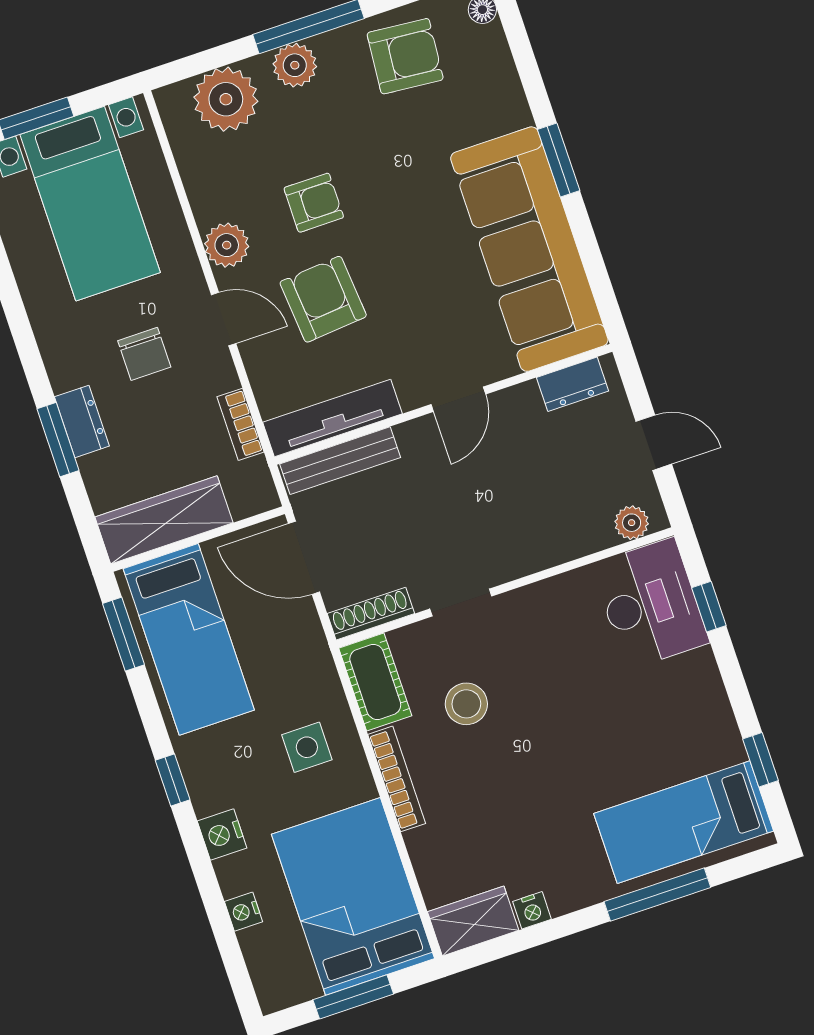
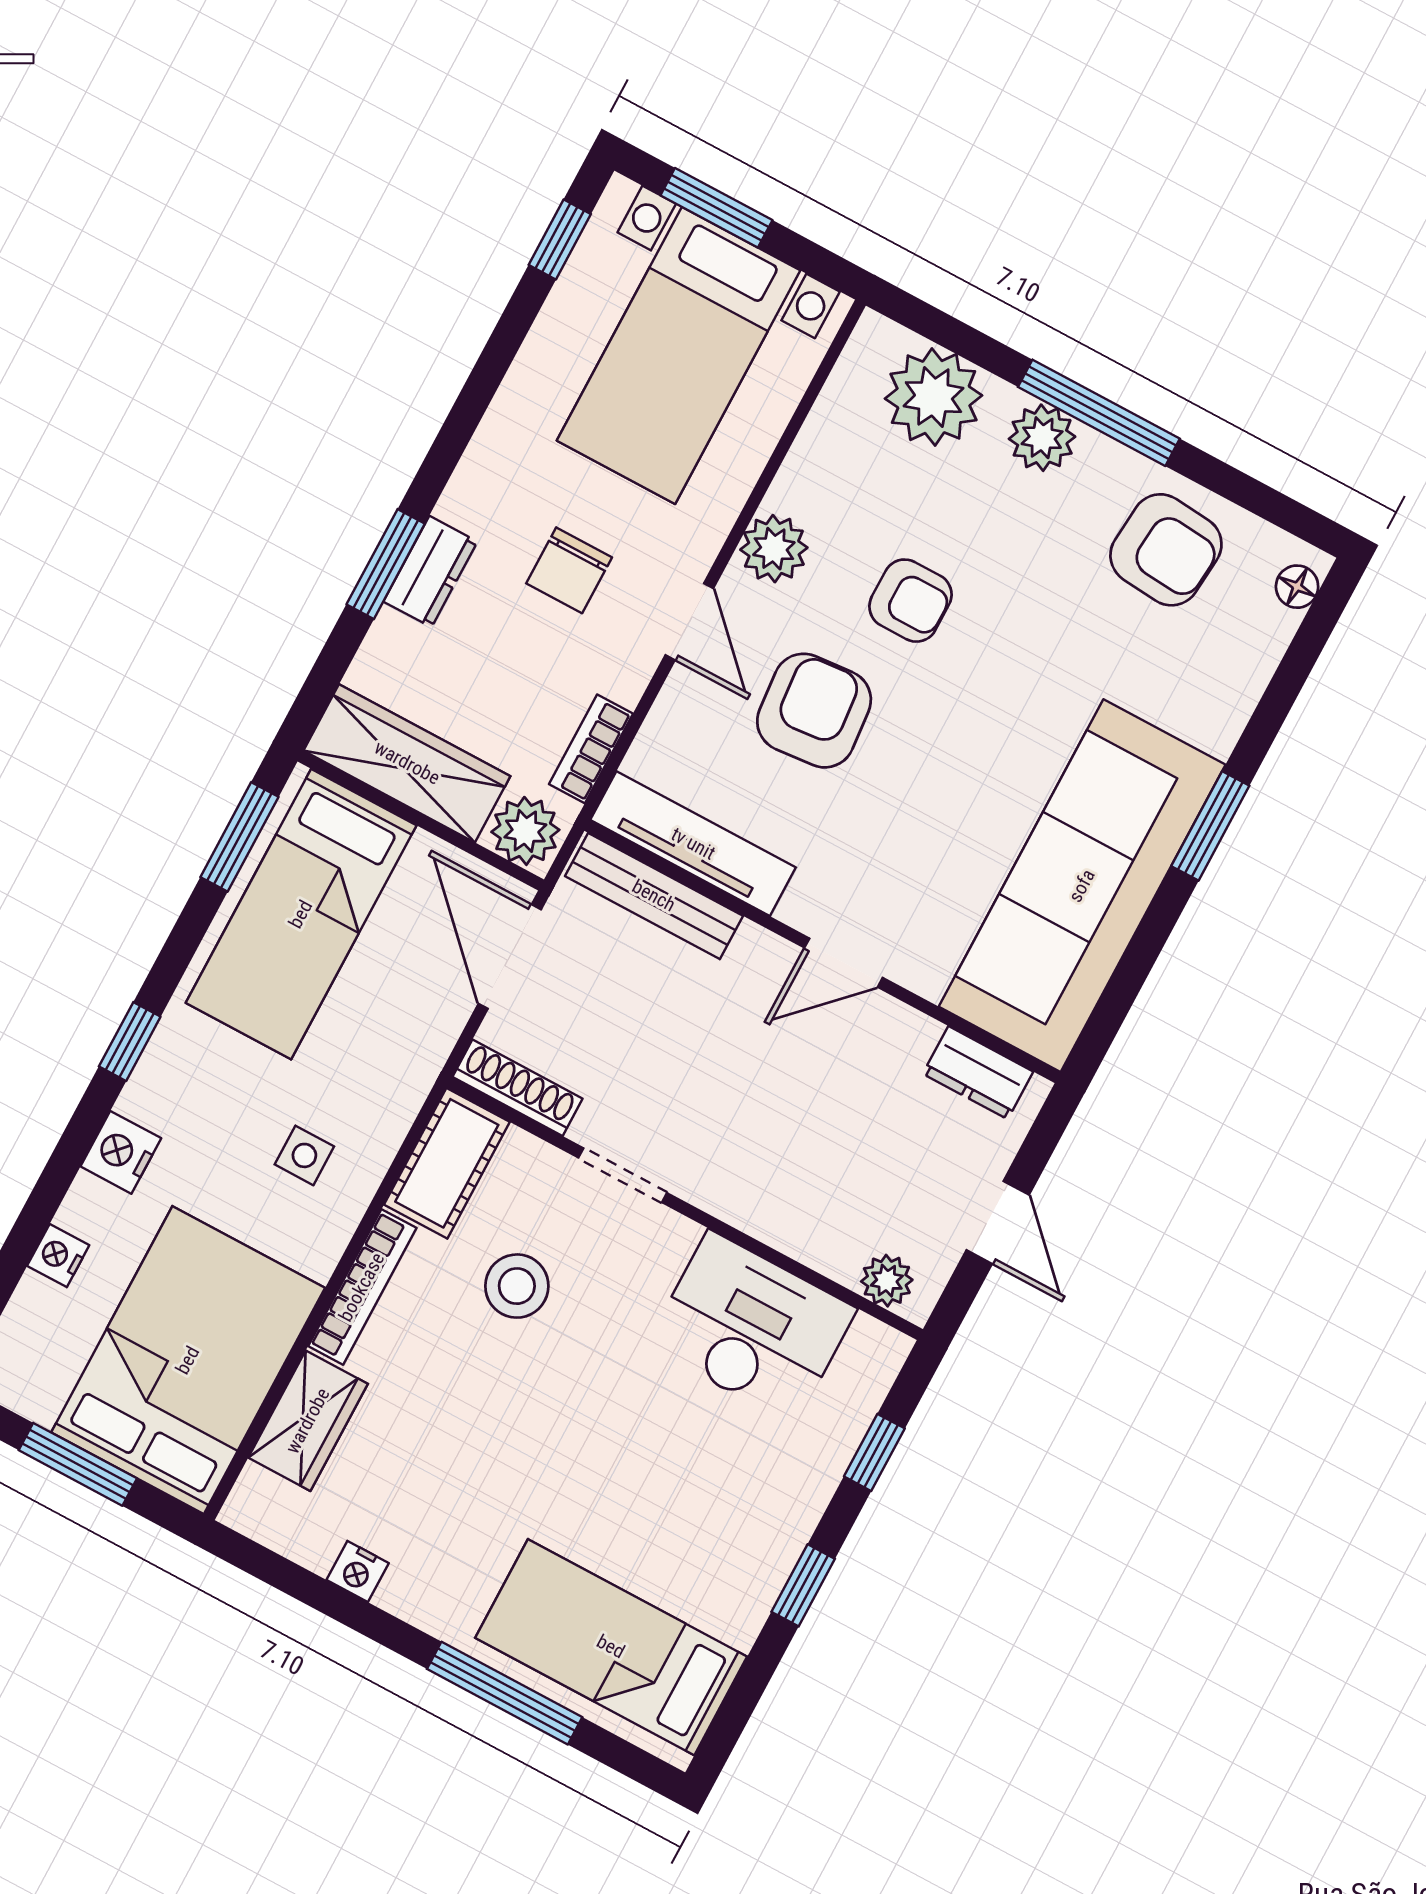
plant: (250, 493) -> (525, 831), added
desk: (650, 604) -> (752, 1327), moved, turned -90
side table: (307, 747) -> (304, 1155), width x0.73, depth x0.73
window: (760, 760) -> (803, 1585), moved
wardrobe: (473, 921) -> (308, 1421), moved, turned 90

